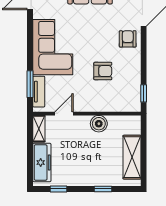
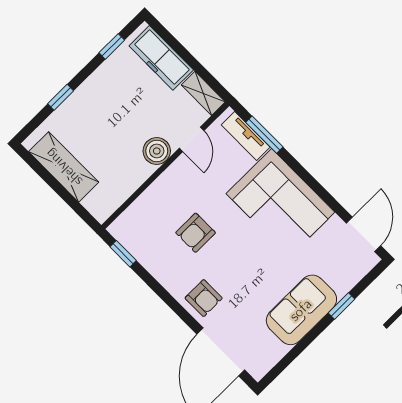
boiler: (99, 124) -> (157, 151), moved

